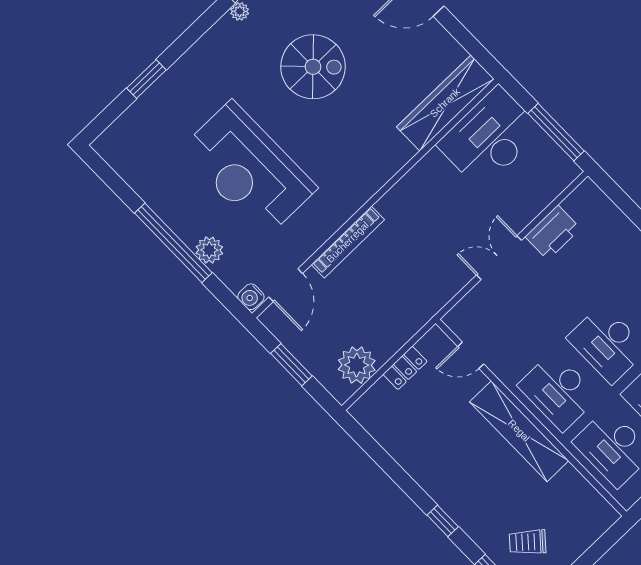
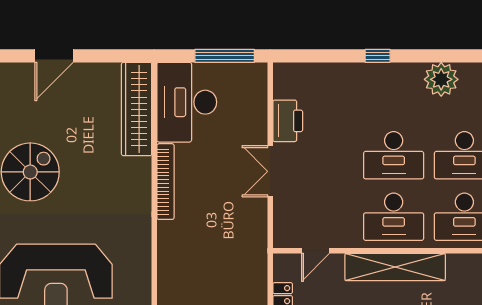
bookcase: (348, 242) -> (165, 182), moved

